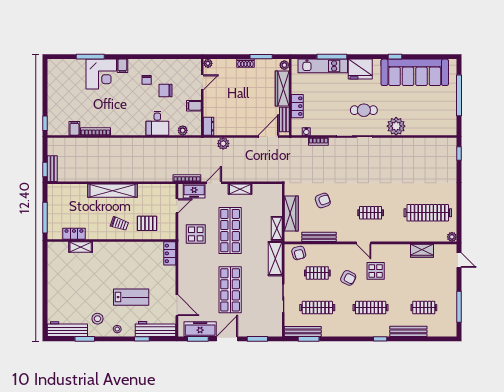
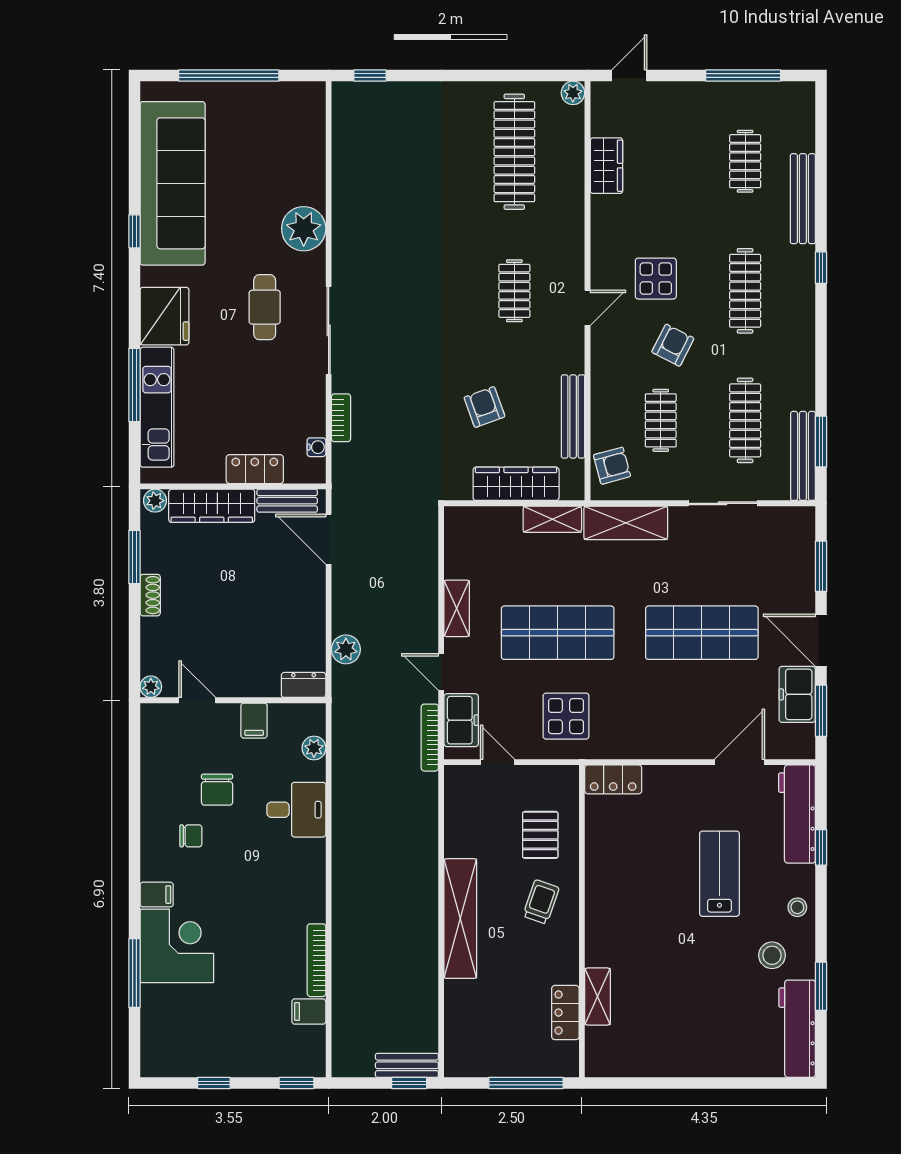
window: (45, 89) -> (214, 1083), added
freezer: (200, 329) -> (797, 694), width x0.71

